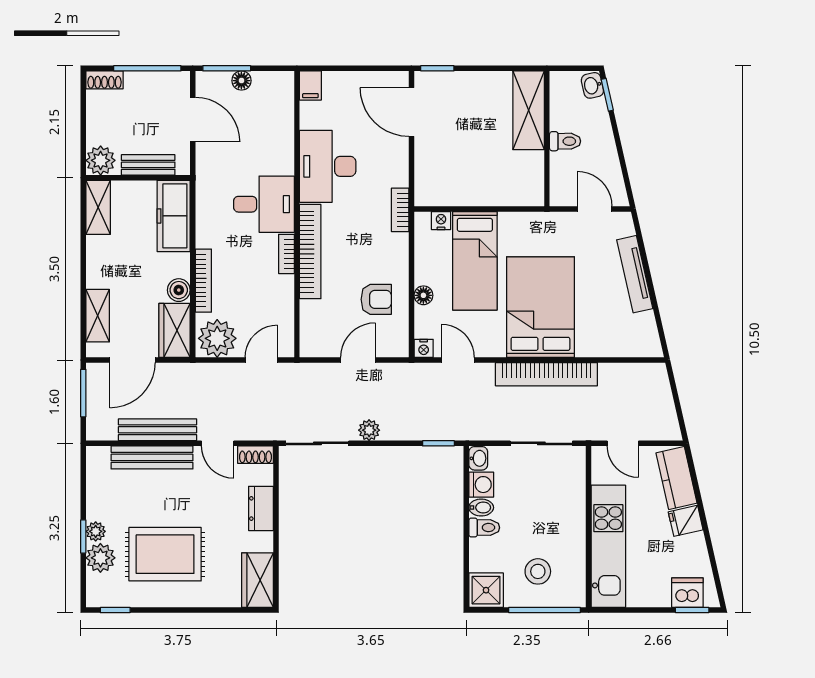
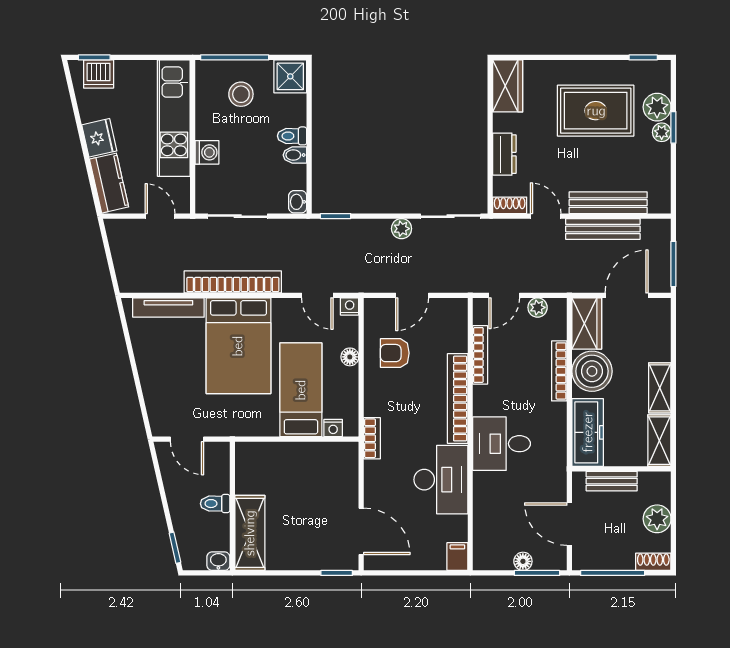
washbasin: (592, 85) -> (218, 561), moved, turned -77
plant: (101, 160) -> (657, 519), moved
bookcase: (286, 254) -> (480, 355), moved, width x1.56
tv unit: (635, 274) -> (168, 308), moved, turned 103
boiler: (179, 290) -> (592, 371), width x1.86, depth x1.86
shelving: (98, 316) -> (660, 388), moved
plant: (217, 338) -> (538, 307), width x0.53, depth x0.53
washing machine: (481, 485) -> (207, 152), moved, turned 180
fridge: (686, 521) -> (99, 138), width x1.38

